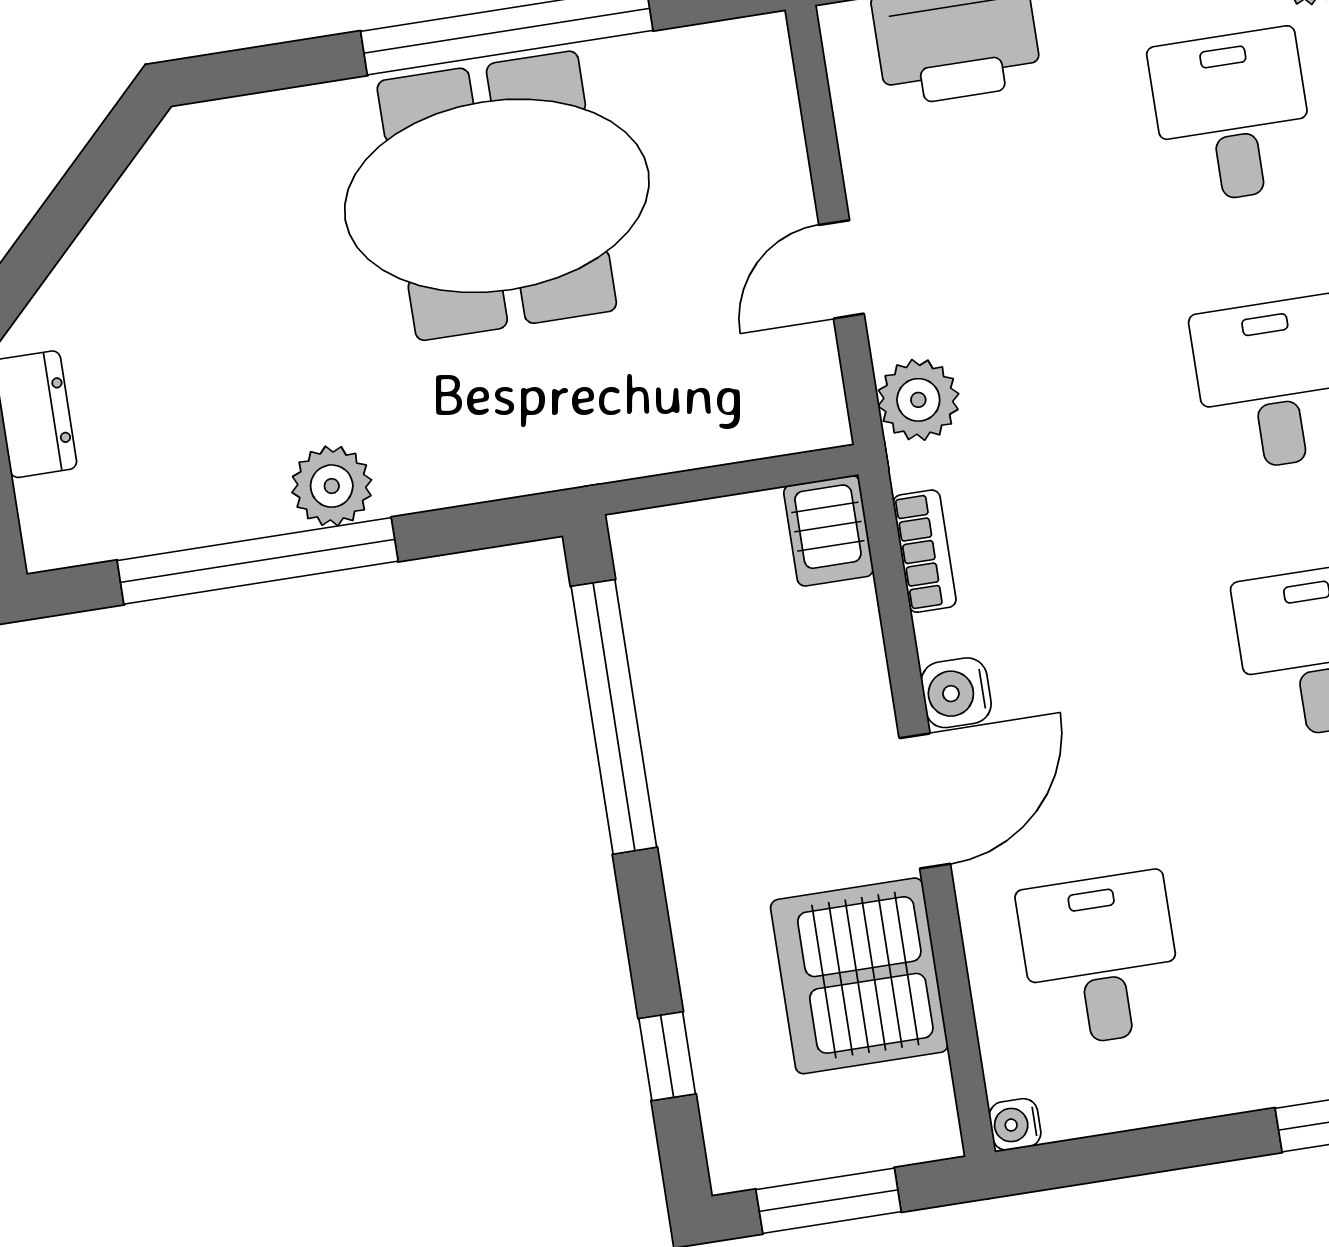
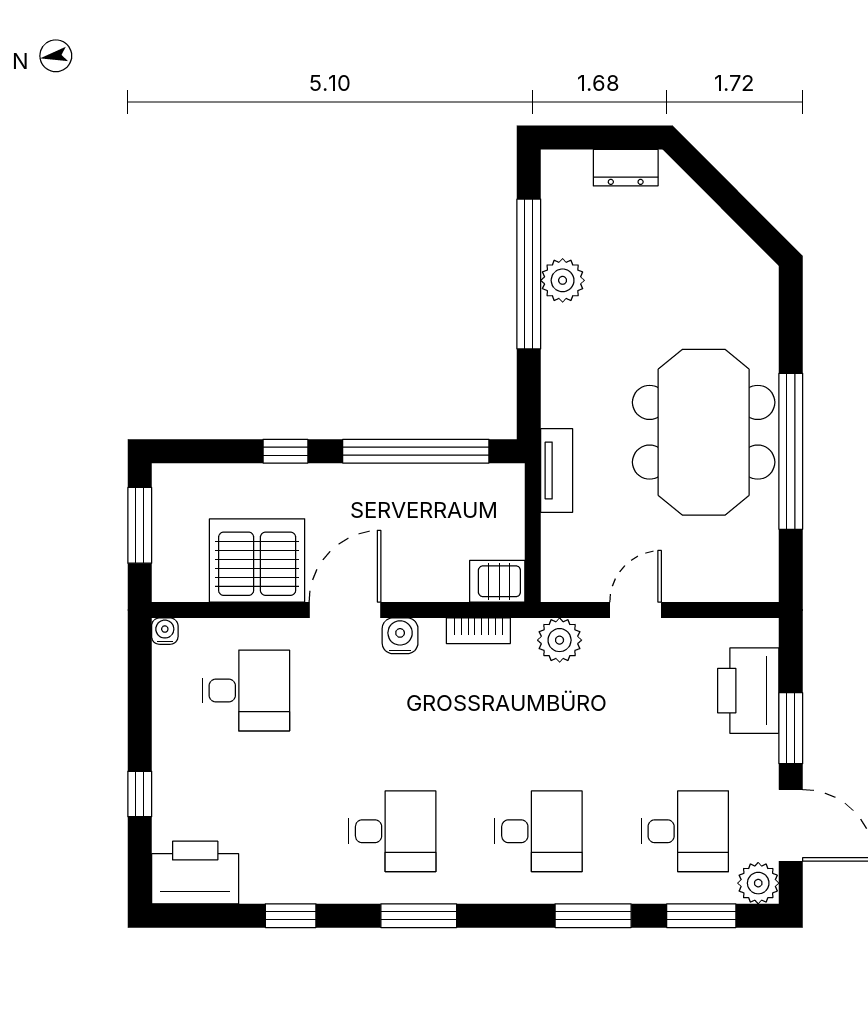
door: (842, 269) -> (636, 610), hinge flipped
tv unit: (609, 454) -> (557, 471), added
plant: (332, 486) -> (563, 280), moved
door: (925, 801) -> (345, 610), swing flipped
window: (667, 1056) -> (285, 451), moved

